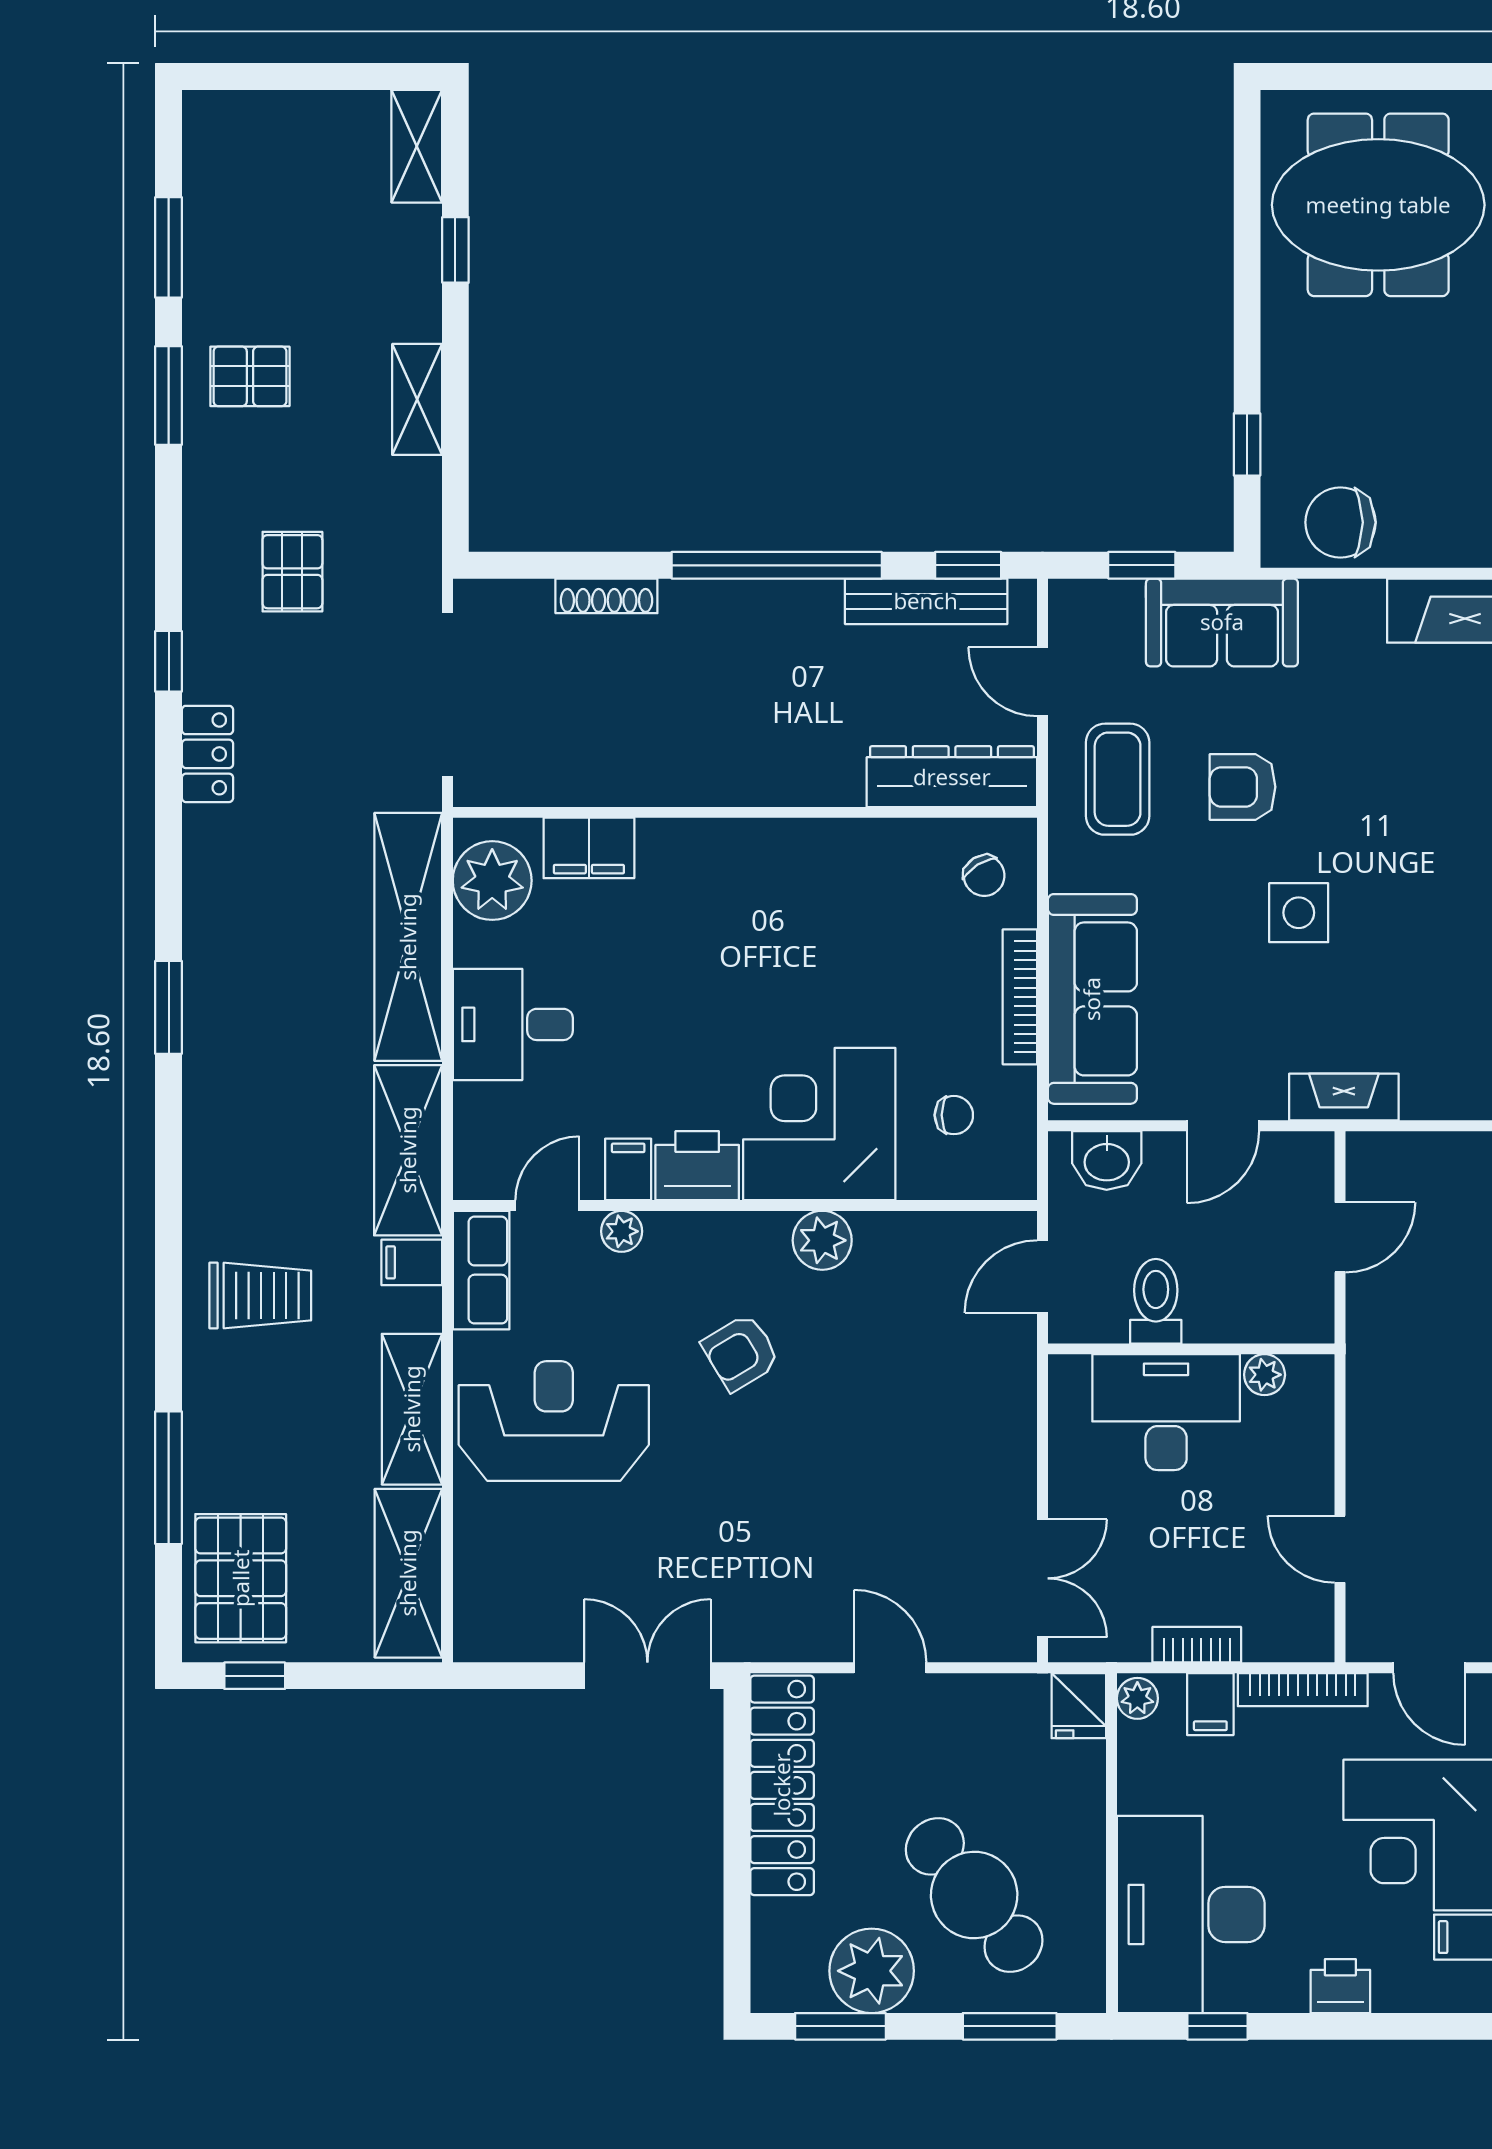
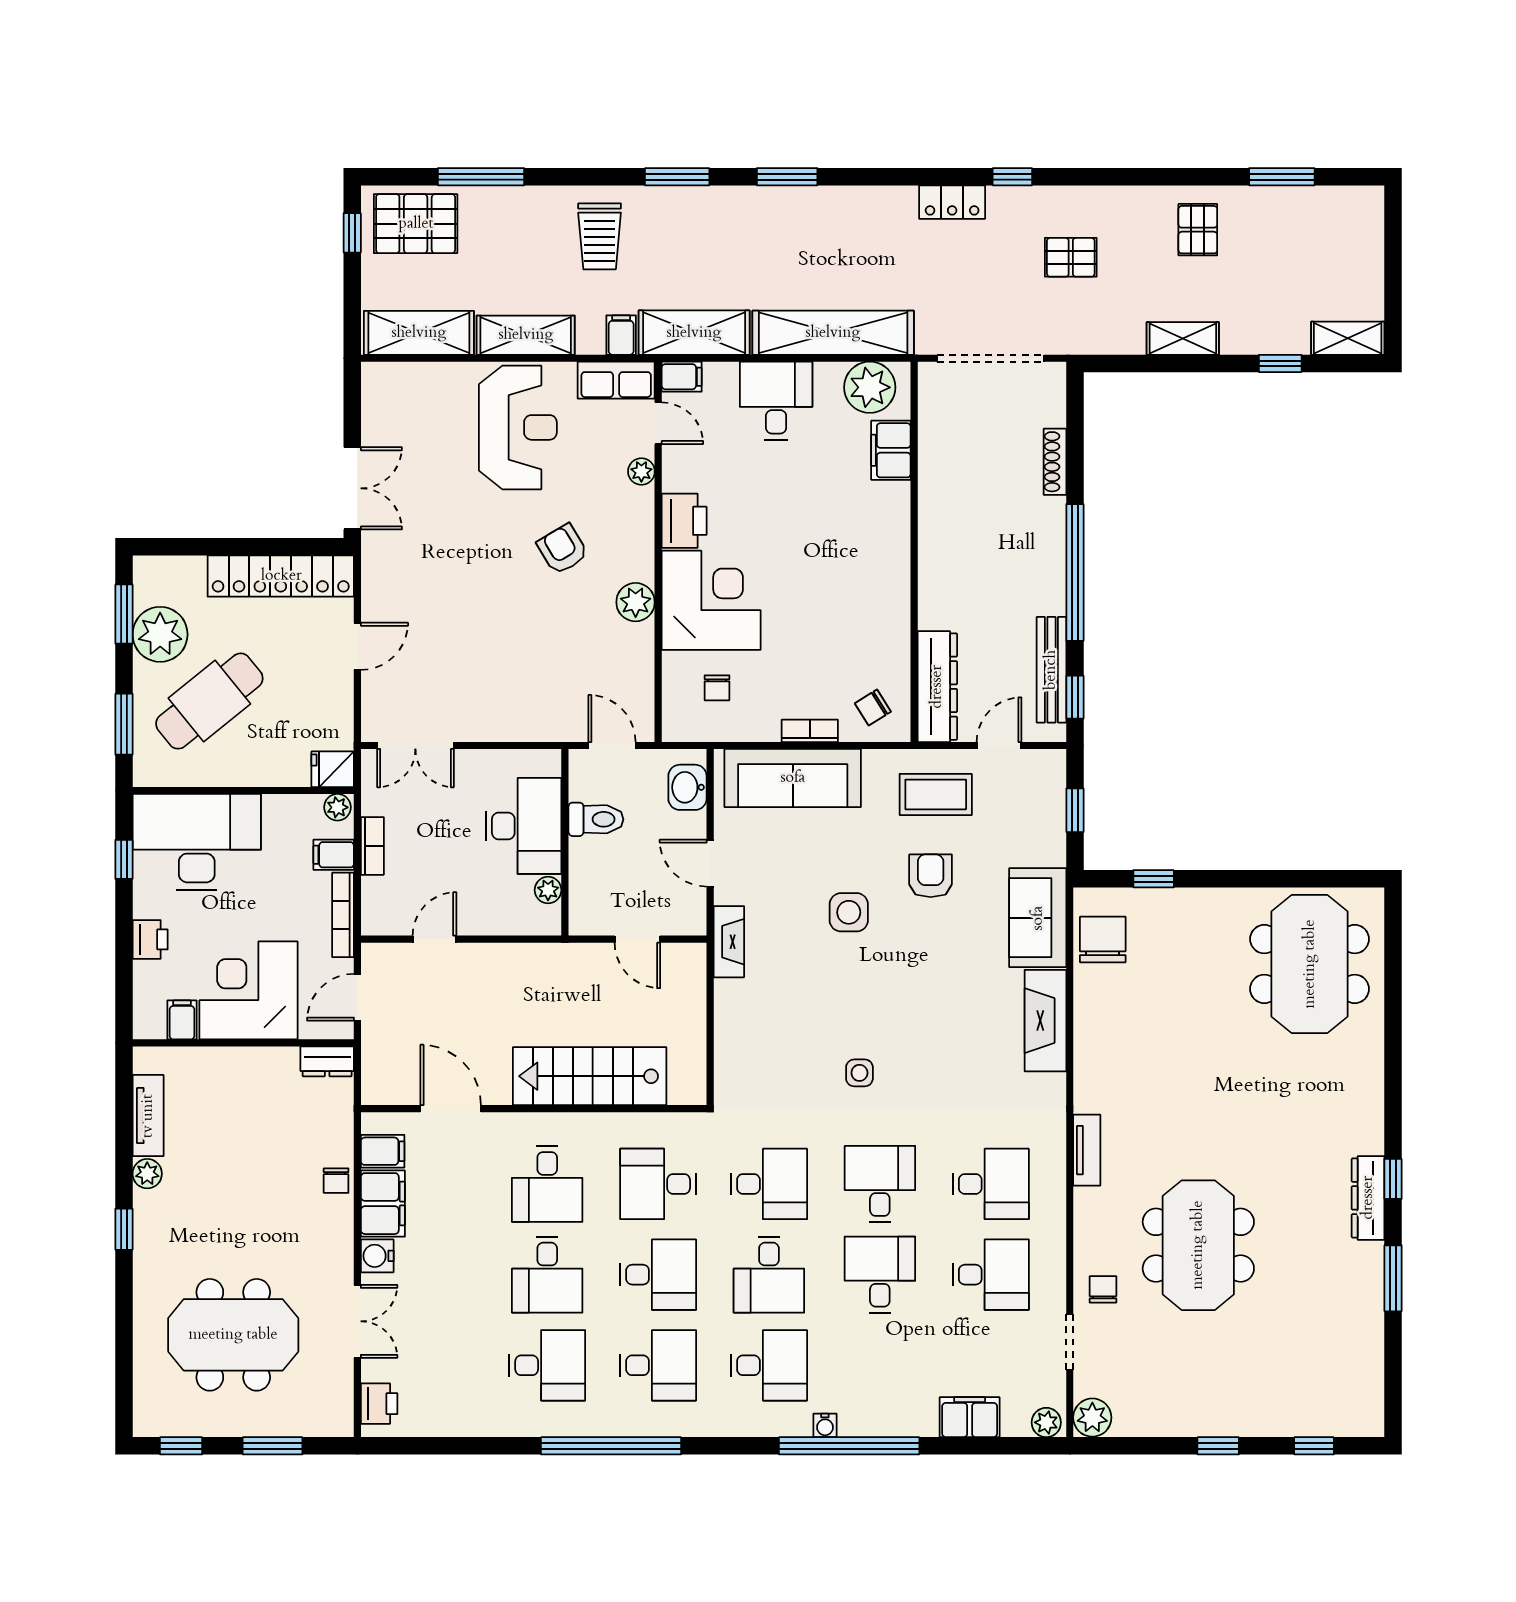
window: (169, 396) -> (677, 177), moved
sofa: (1222, 622) -> (1038, 918), moved
bookcase: (1020, 997) -> (810, 731), width x0.64
filing cabinet: (628, 1169) -> (682, 377), moved

